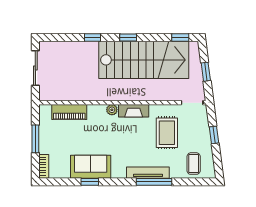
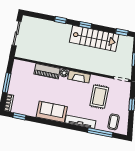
stairs: (144, 60) -> (94, 38), width x0.73, depth x0.66
piano: (69, 112) -> (47, 71), moved
sofa: (91, 167) -> (52, 112), moved
window: (90, 182) -> (19, 116), moved
window: (154, 182) -> (100, 132), moved

